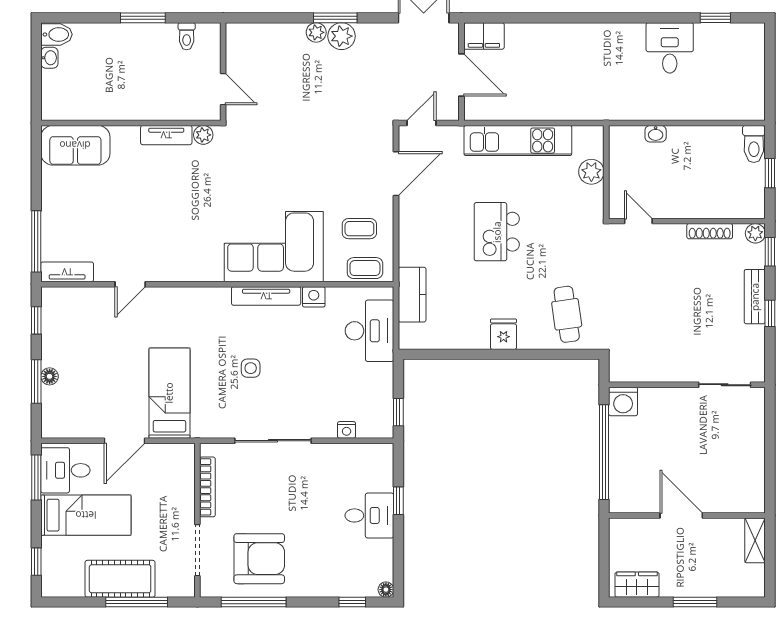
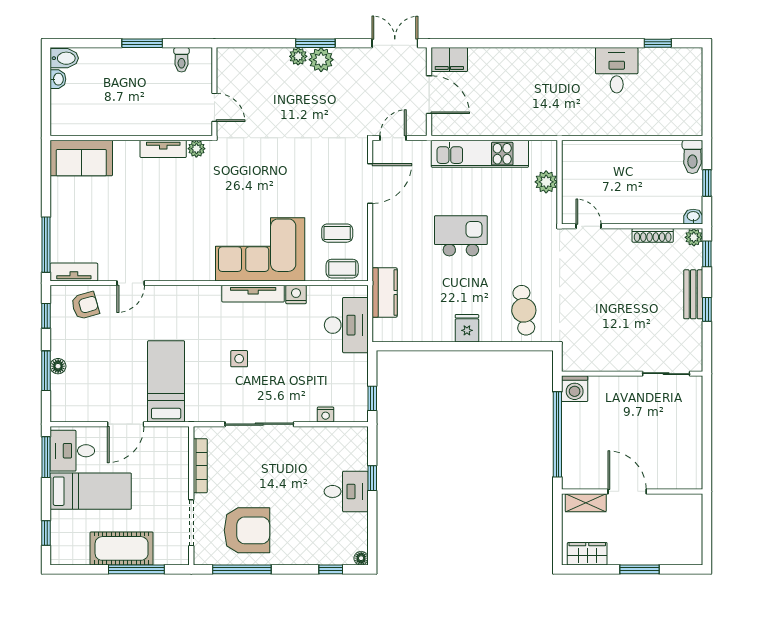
washbasin: (656, 134) -> (693, 217), moved, turned 180
kitchen island: (497, 232) -> (461, 236), turned 90
armchair: (80, 309) -> (85, 305), added
shelving: (755, 540) -> (586, 503), moved, turned 90

